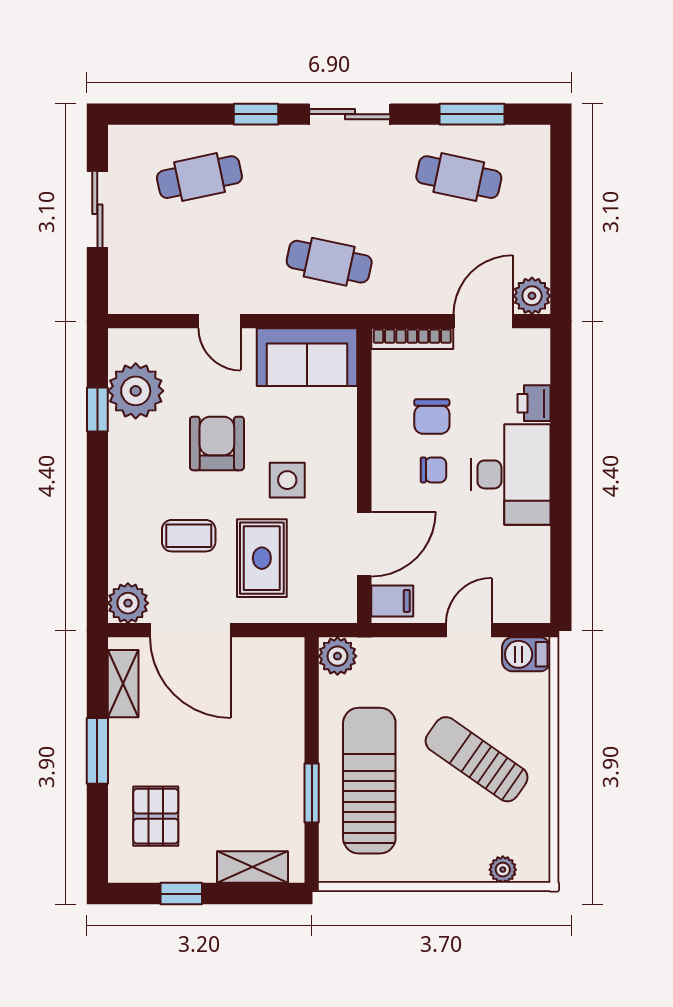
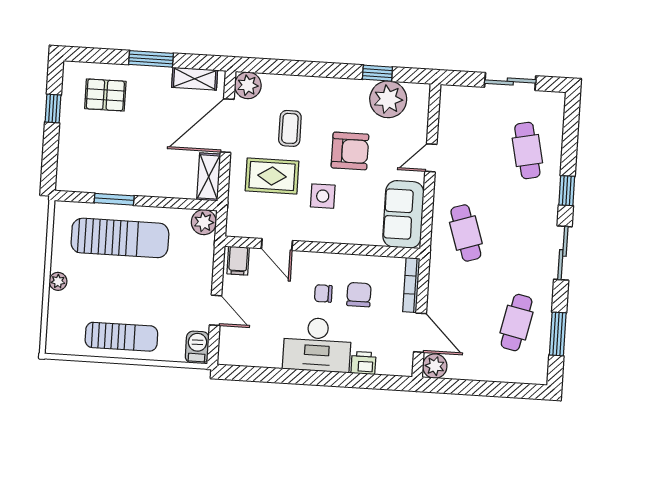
cafe table: (329, 262) -> (466, 233), turned -30
chair: (432, 416) -> (359, 295), turned 90
chair: (433, 470) -> (323, 293), turned 90
door: (364, 544) -> (277, 244), width x0.73
sun lounger: (477, 759) -> (121, 337), moved, turned 55
shelving: (252, 867) -> (209, 177), moved
plant: (503, 870) -> (58, 281), moved

